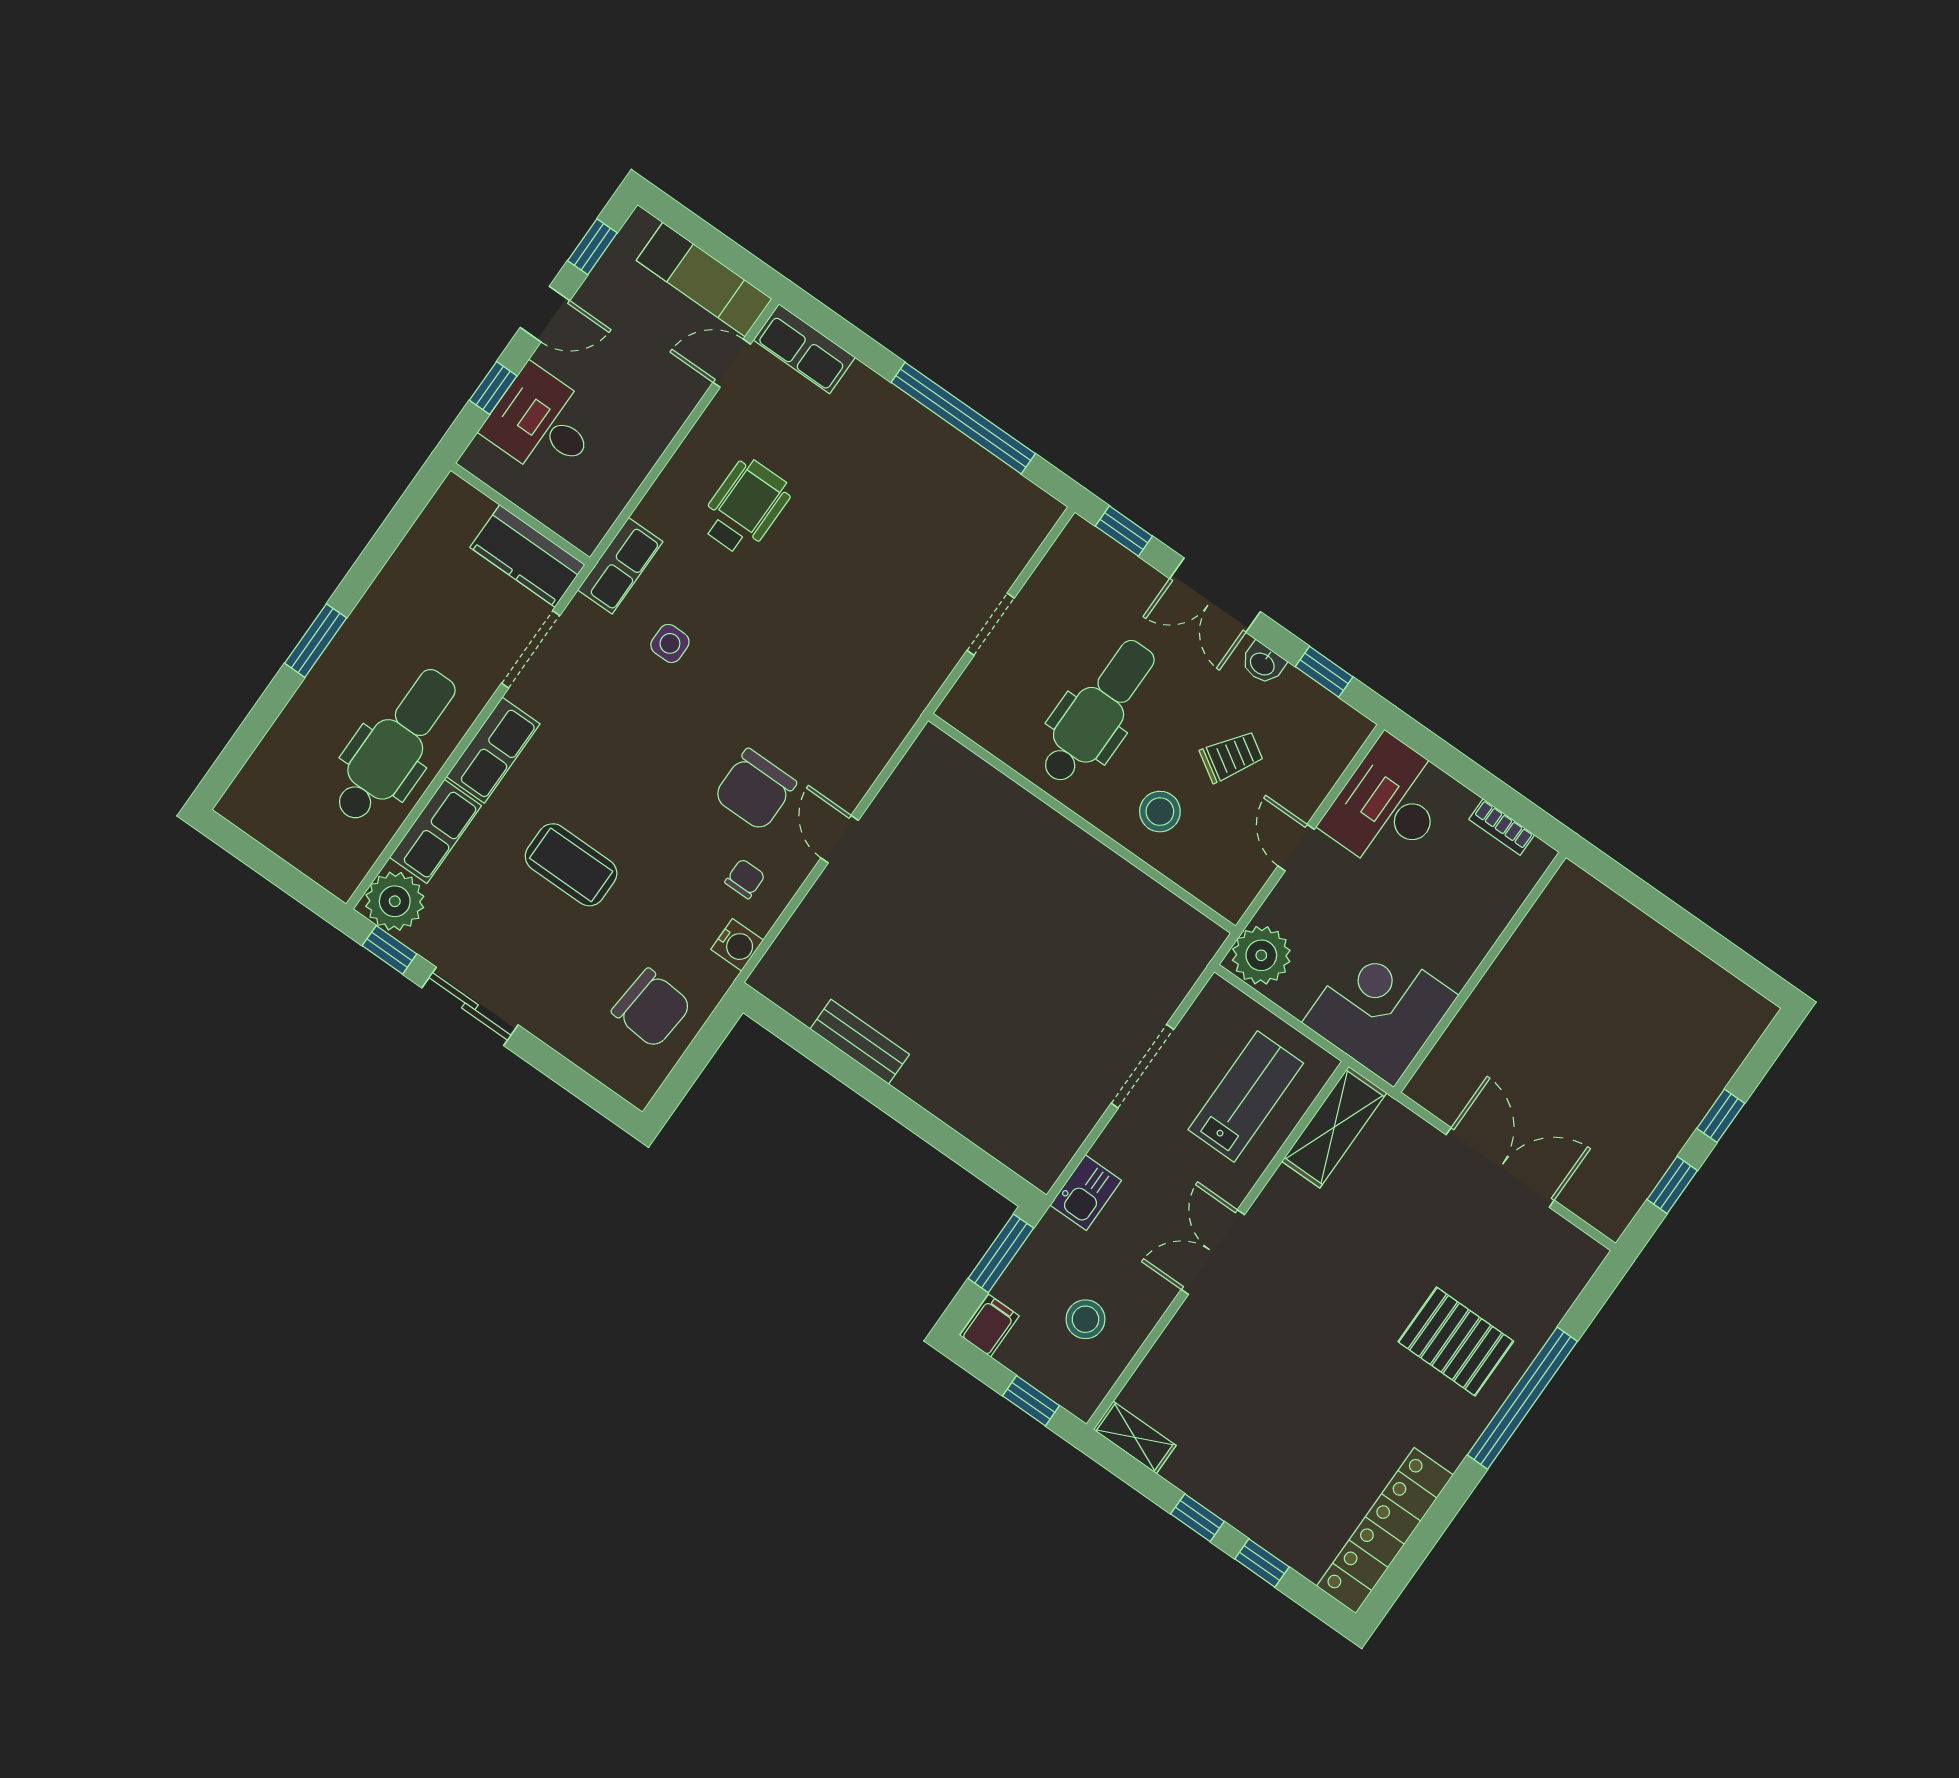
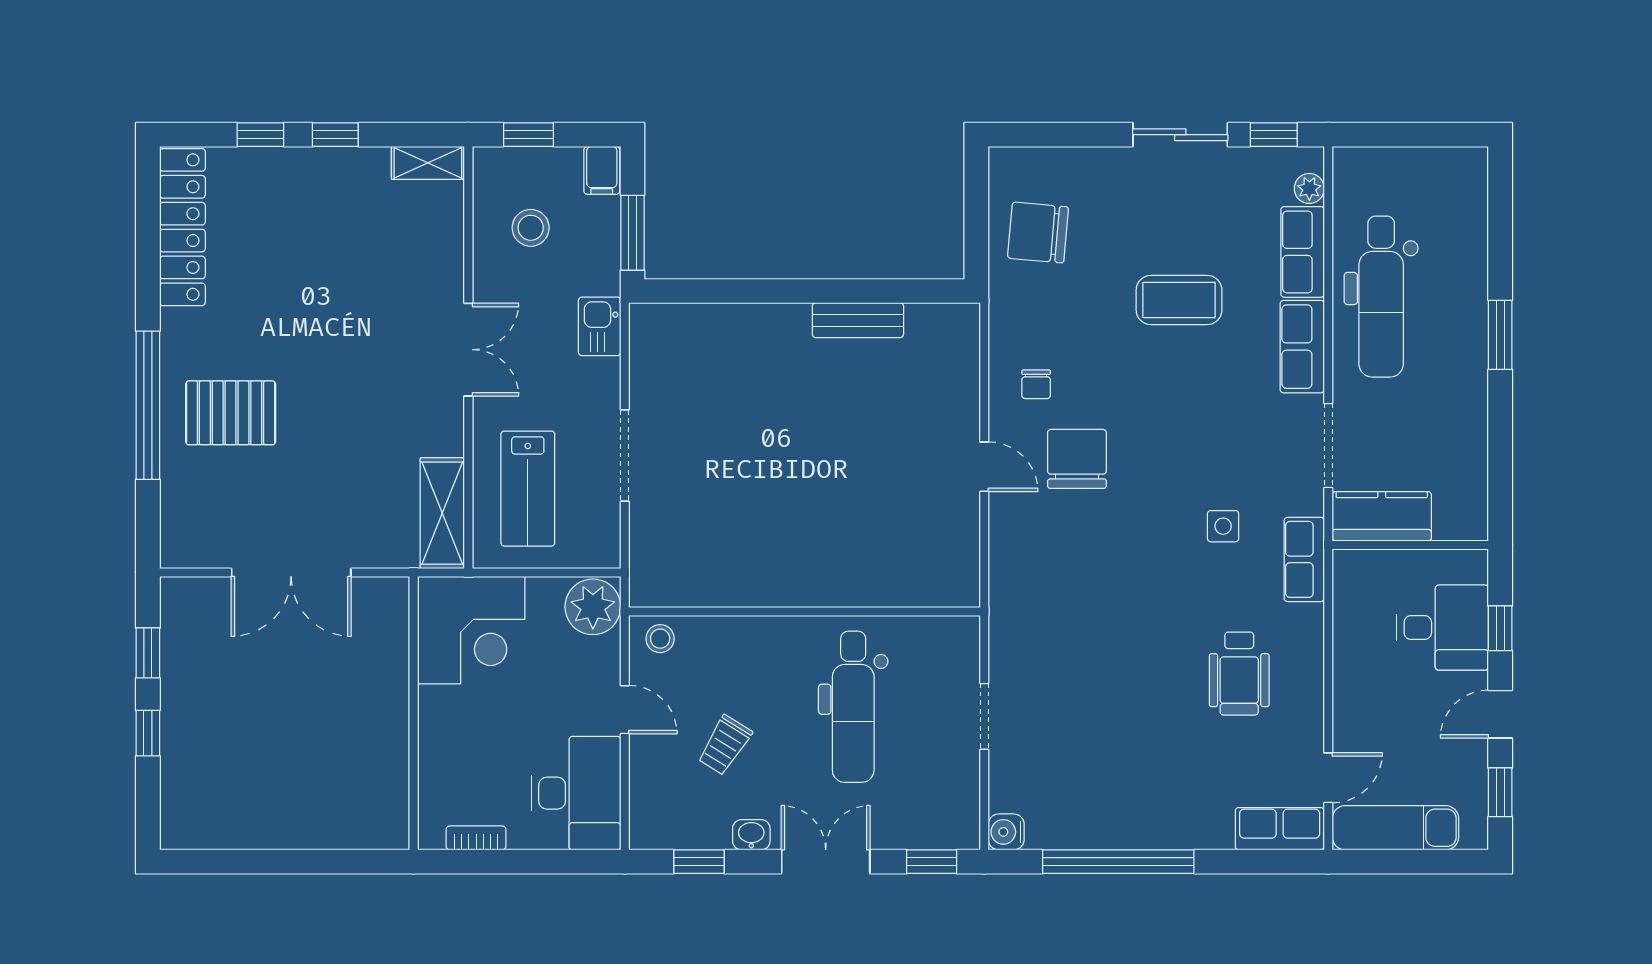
stool: (1160, 812) -> (660, 639), moved, width x0.73, depth x0.73
plant: (395, 901) -> (1309, 188), width x0.53, depth x0.53
water cooler: (737, 945) -> (1006, 832), moved

